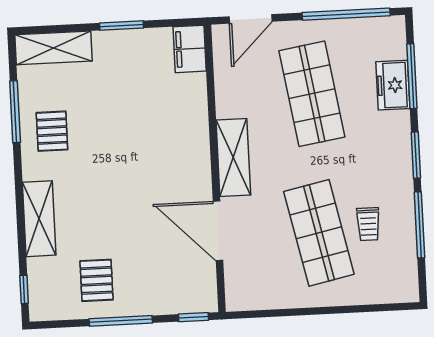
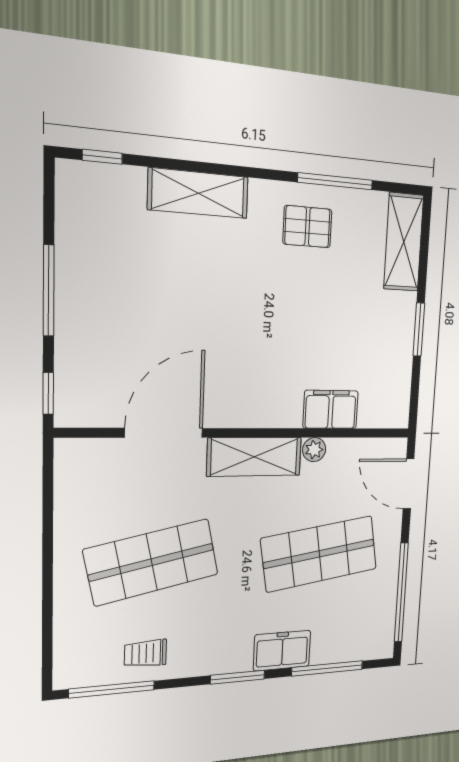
filing cabinet: (190, 49) -> (331, 409), moved
freezer: (393, 85) -> (282, 651), moved
plant: (225, 108) -> (314, 450), added
trolley: (368, 224) -> (145, 653), moved
window: (419, 225) -> (112, 689), moved
pallet: (97, 280) -> (109, 263), removed

